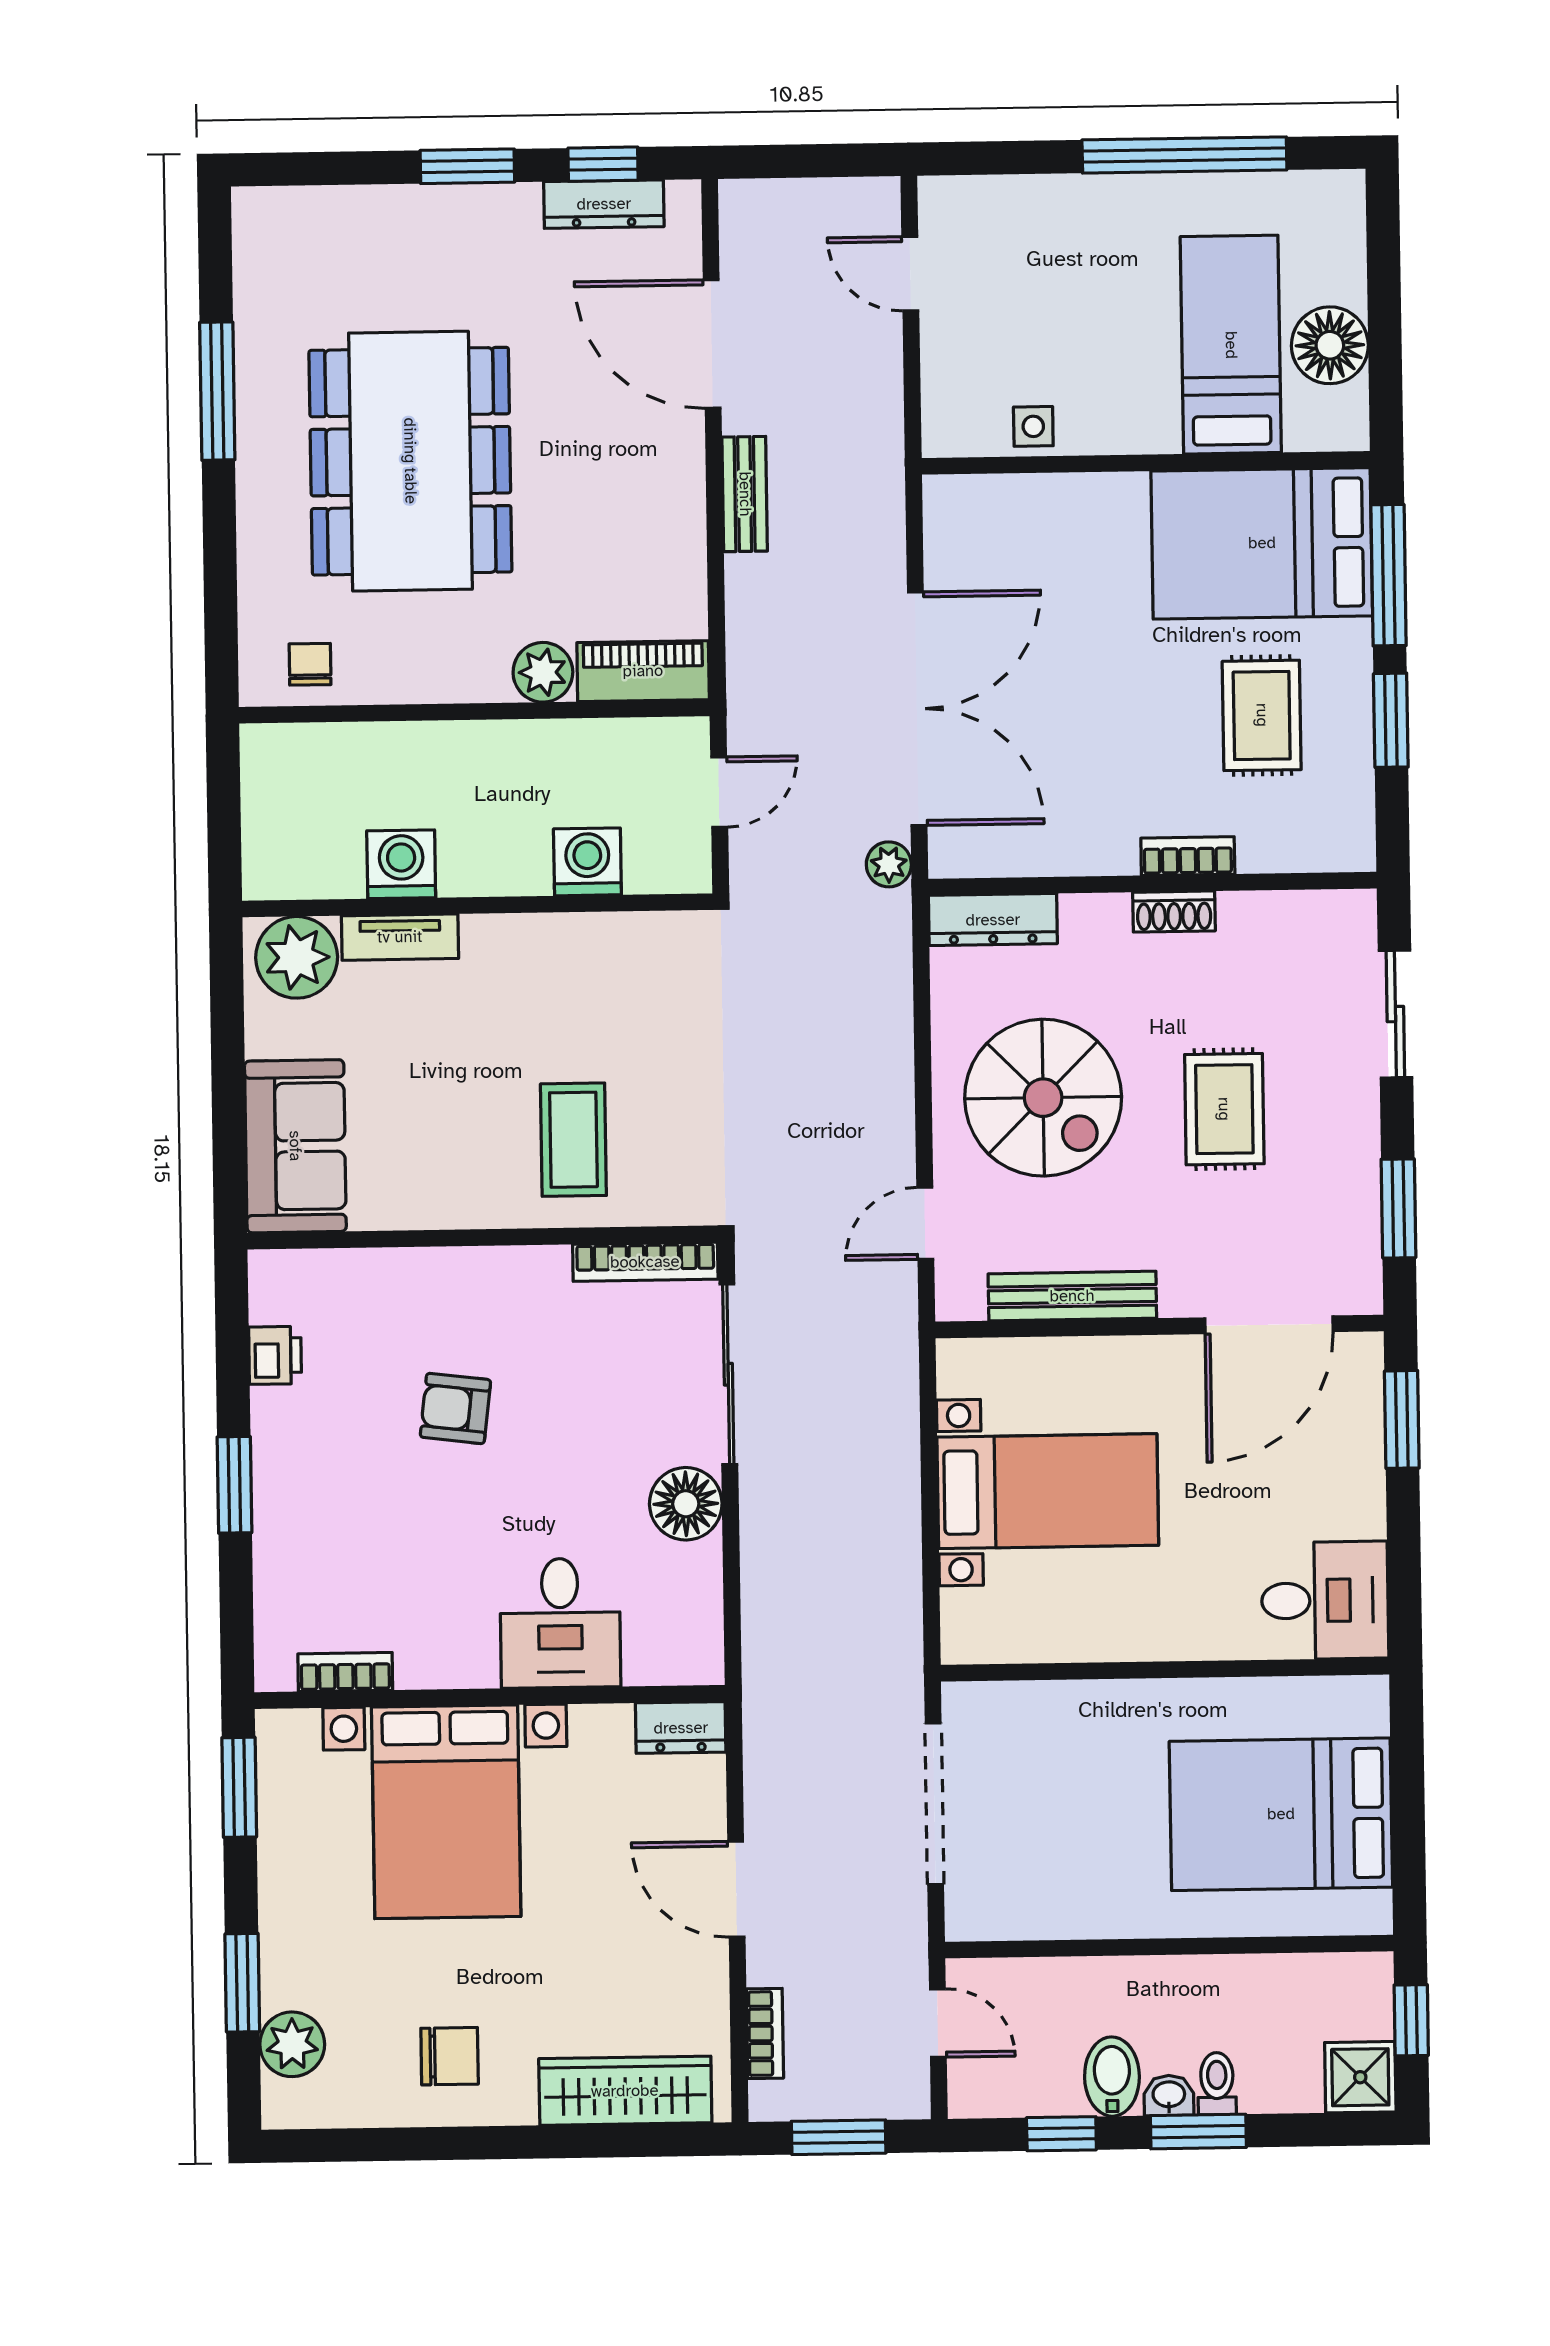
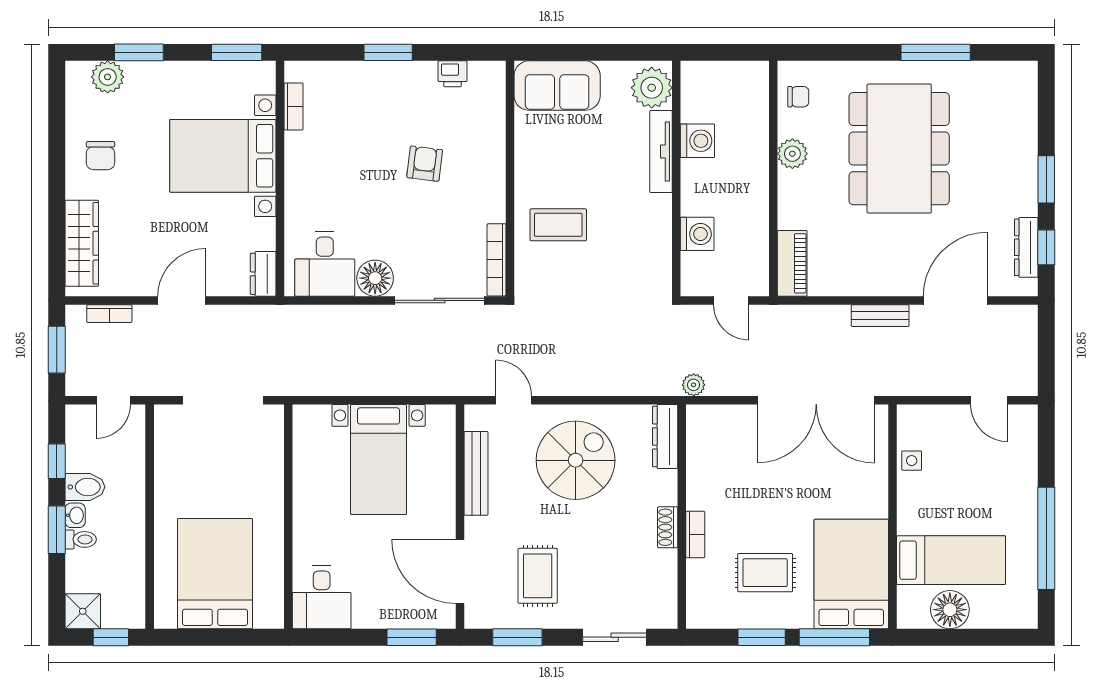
door: (910, 274) -> (989, 400), swing flipped
dining table: (410, 461) -> (899, 149), turned 90
plant: (543, 672) -> (792, 154), moved
double door: (917, 709) -> (816, 400), moved
tv unit: (400, 937) -> (661, 152), width x1.41
spiral stairs: (1043, 1098) -> (576, 460), turned 180
rug: (1224, 1109) -> (538, 576), moved, turned 90
desk: (560, 1623) -> (325, 264), moved, turned -90

